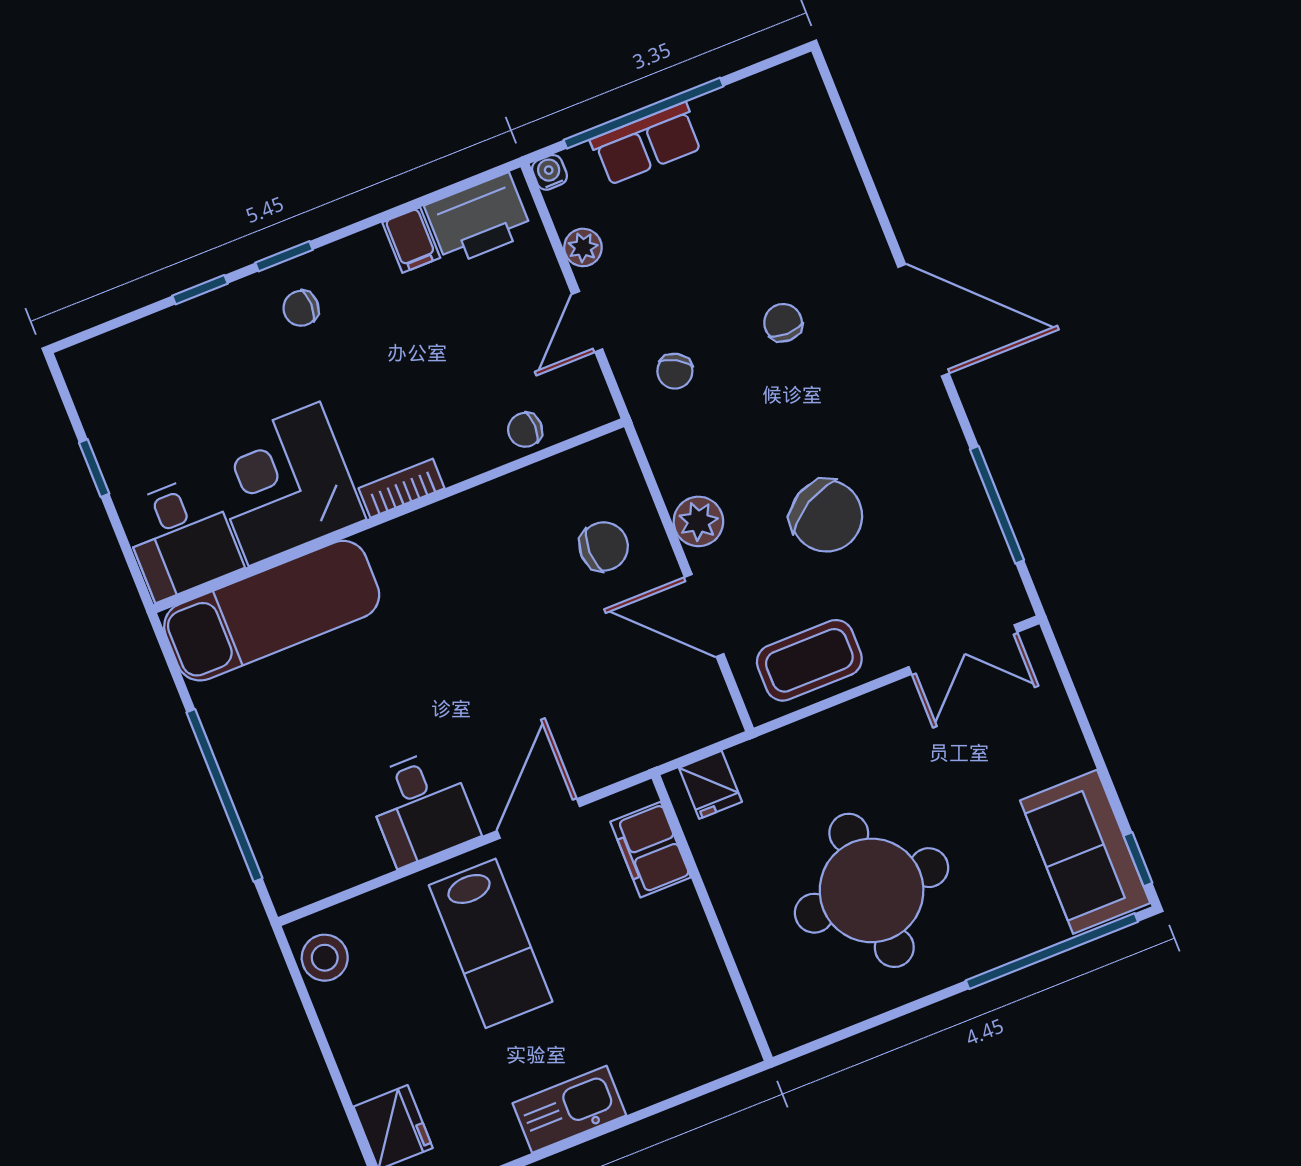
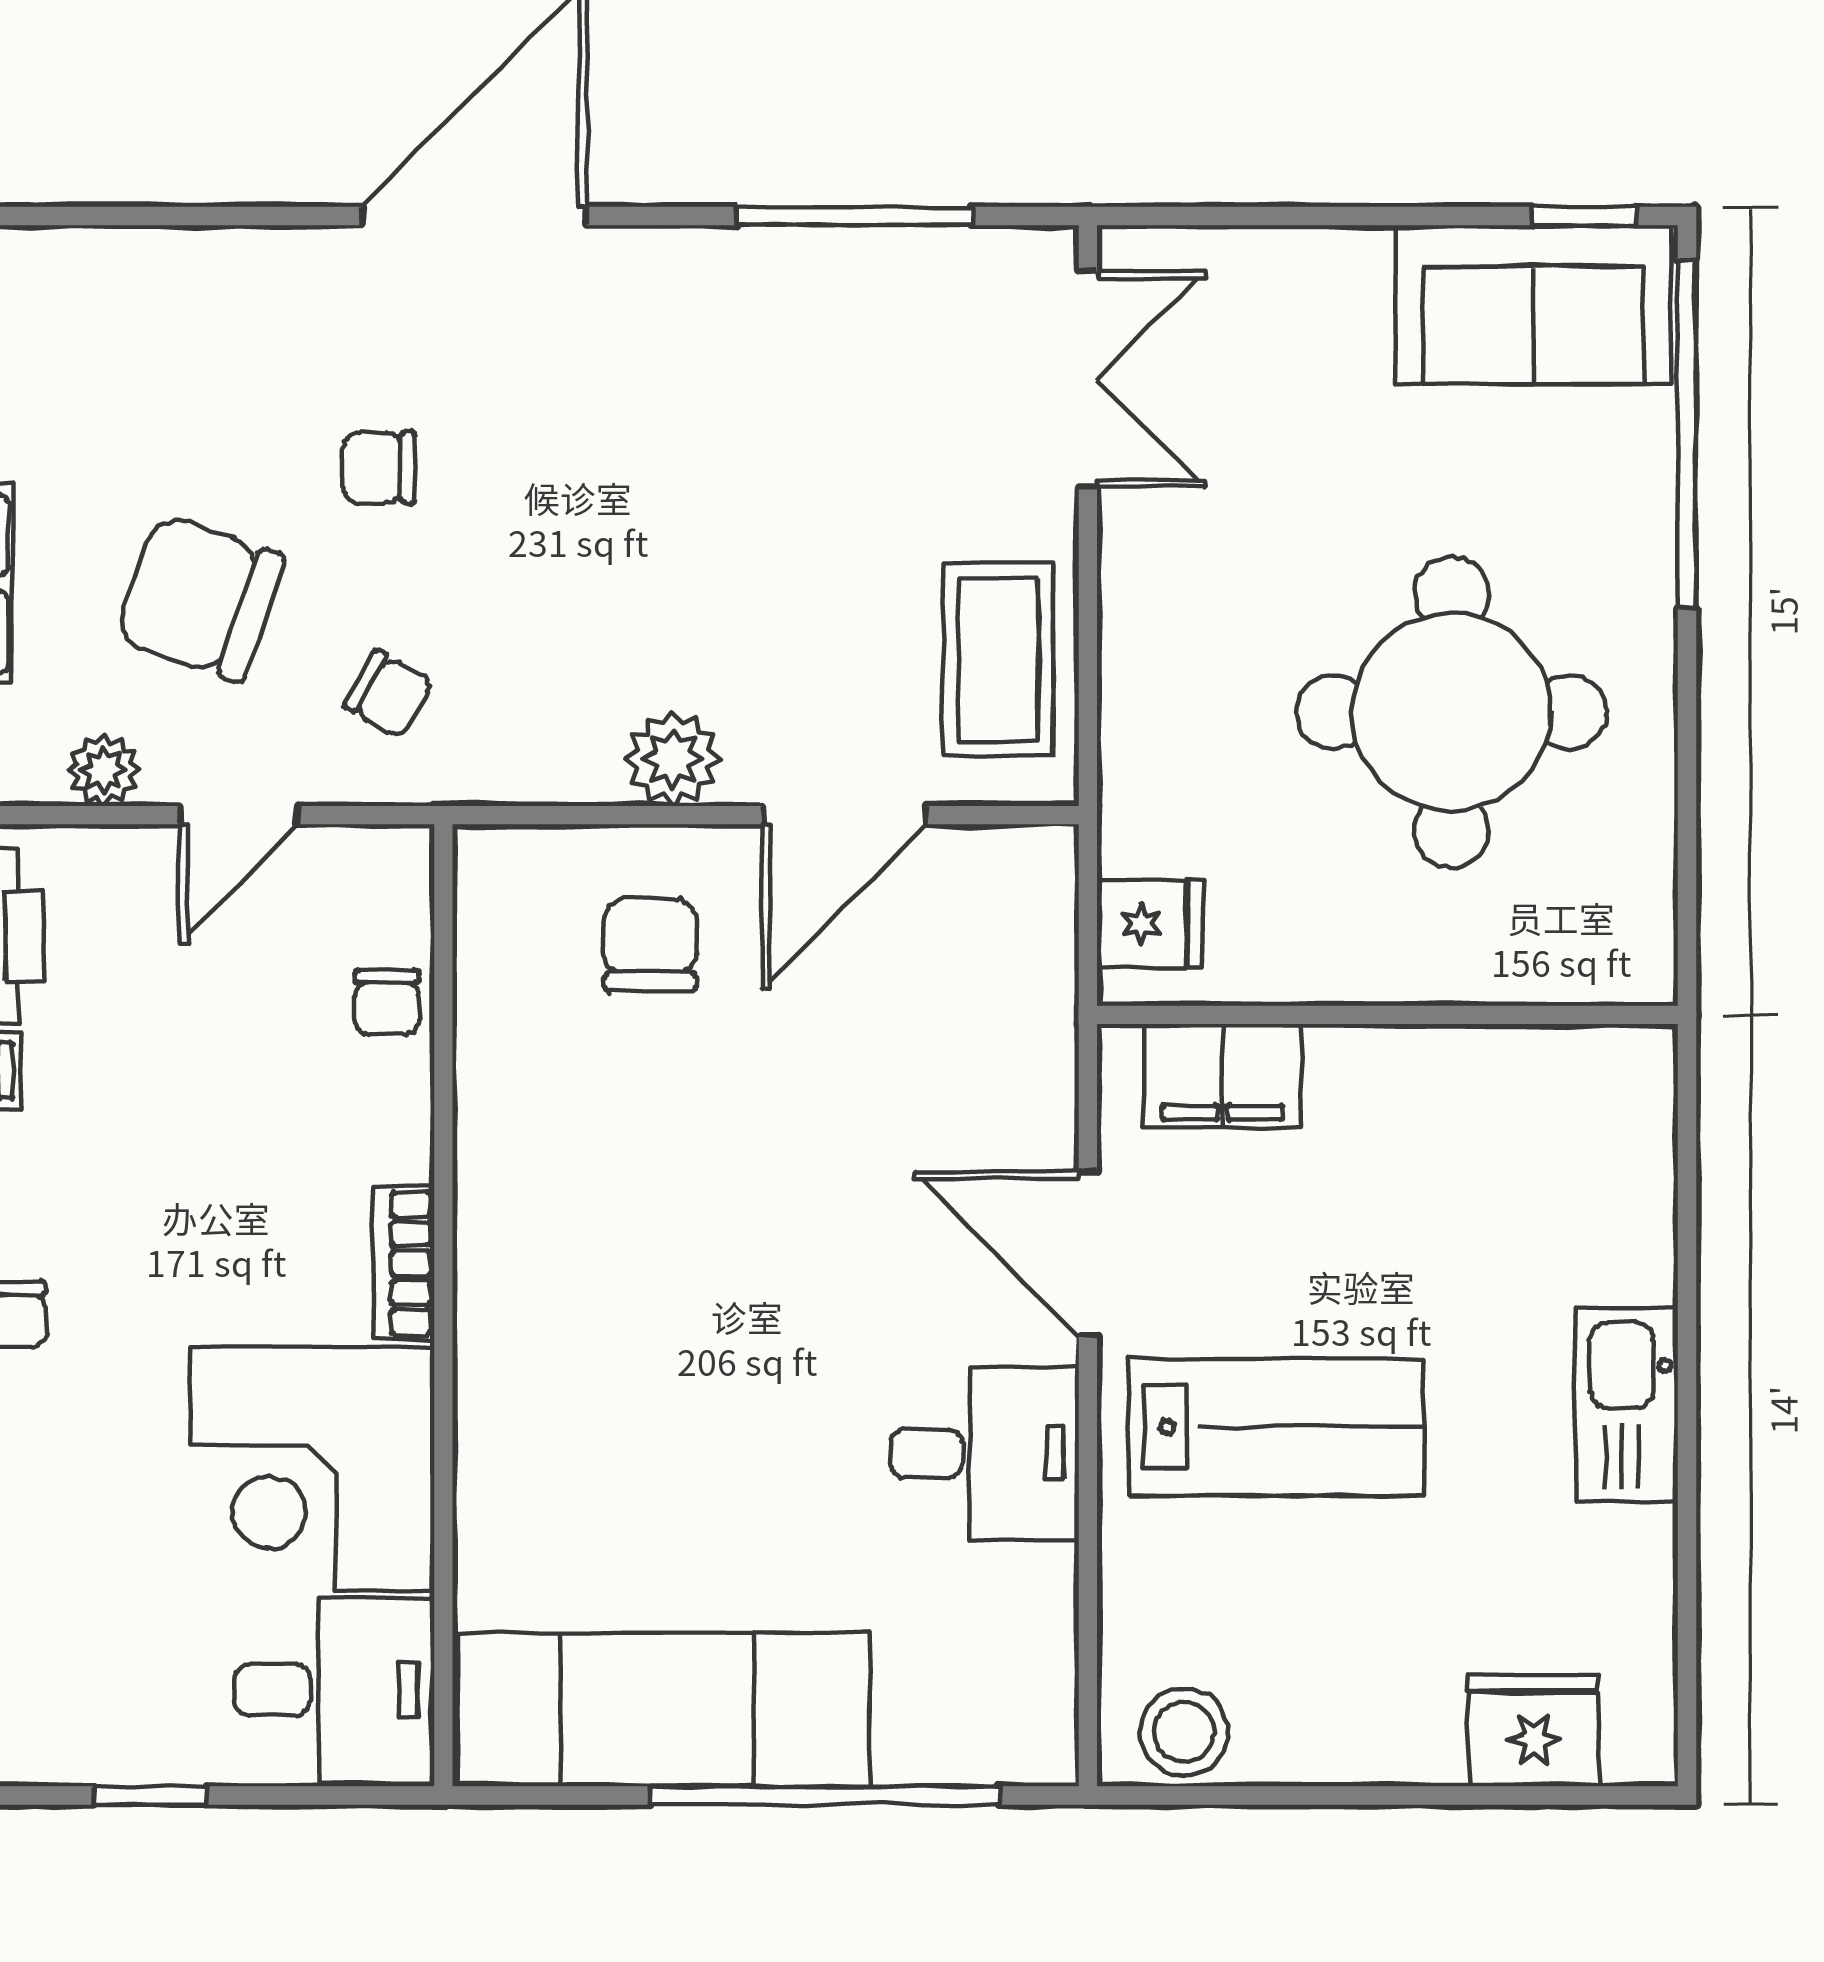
door: (587, 322) -> (239, 815), hinge flipped
chair: (826, 516) -> (200, 598), moved, turned -131
exam couch: (272, 611) -> (664, 1710), moved, turned -90

